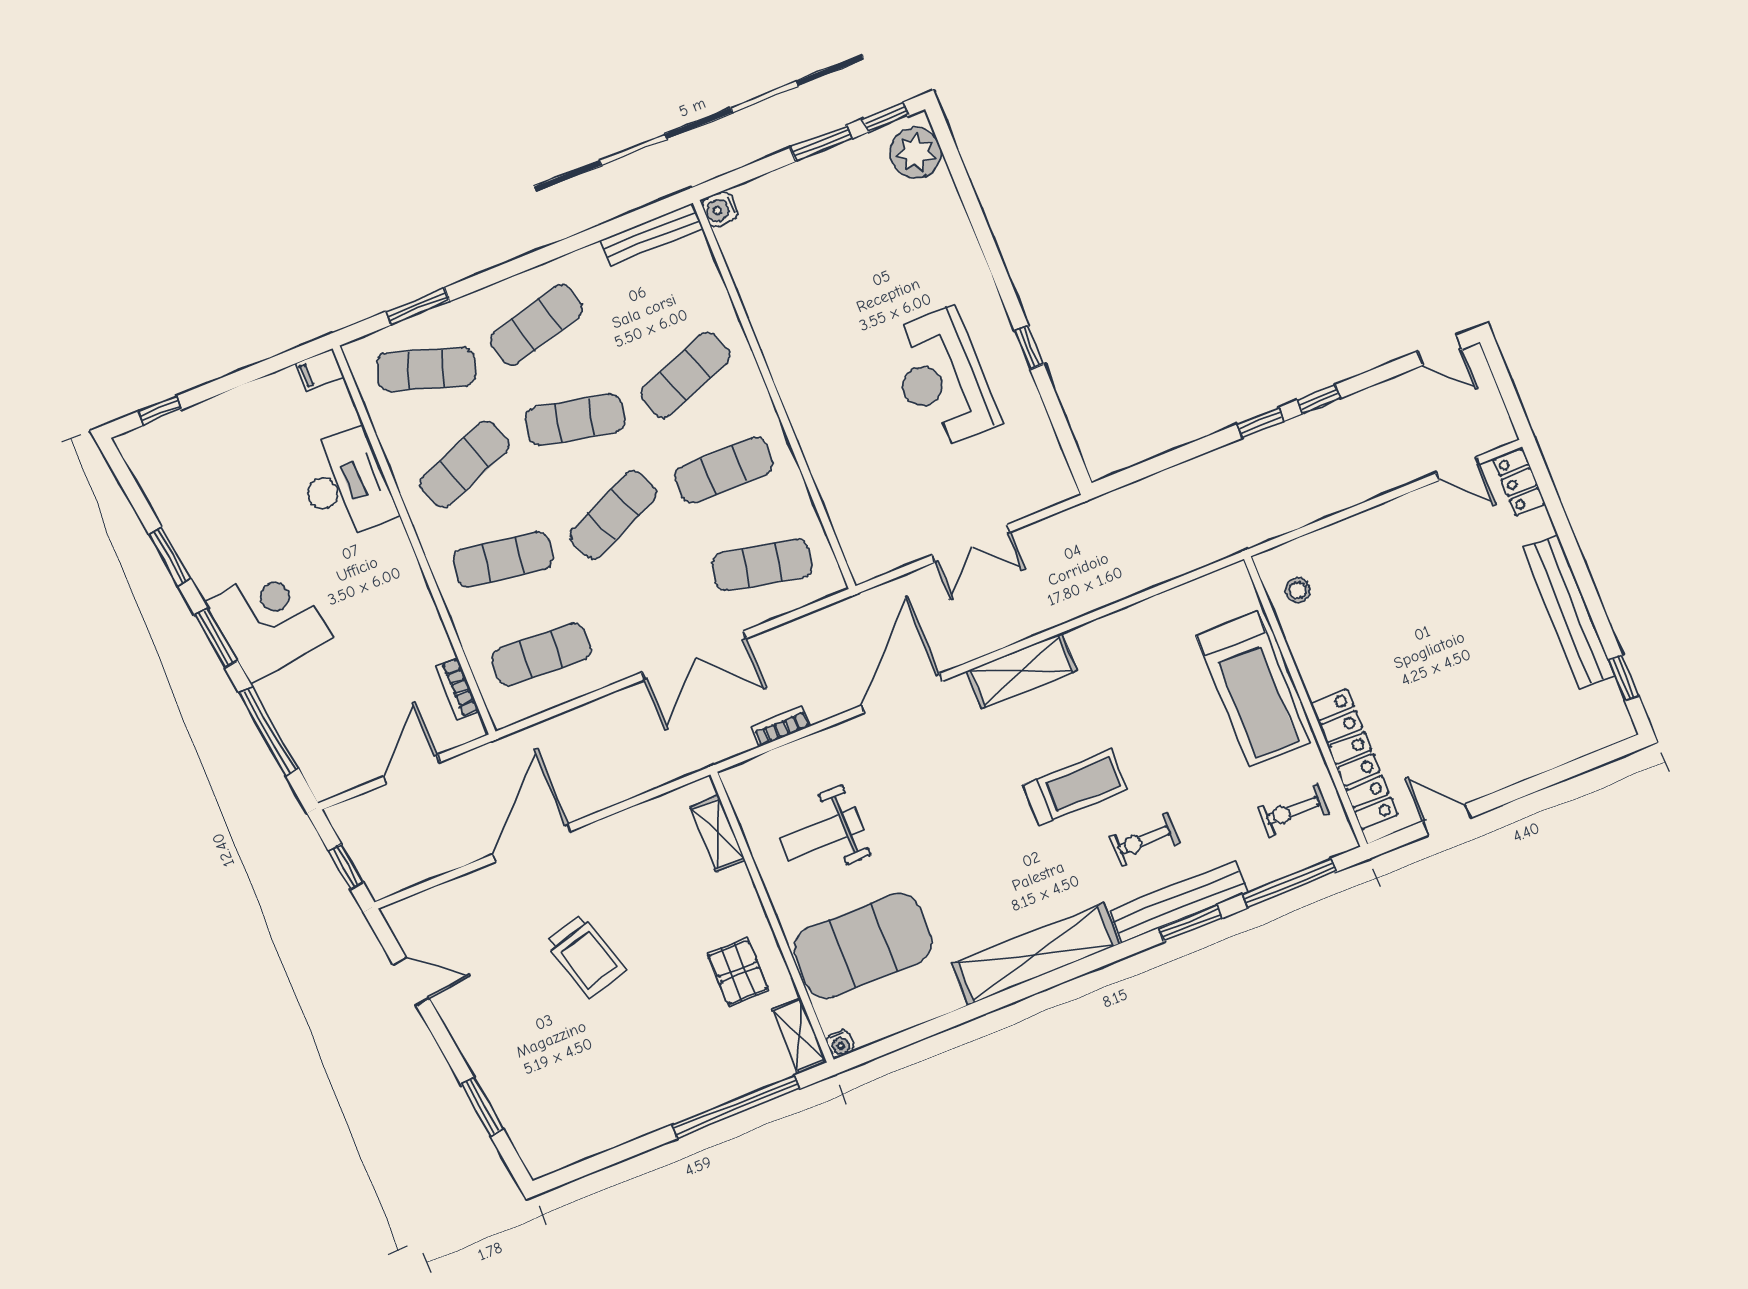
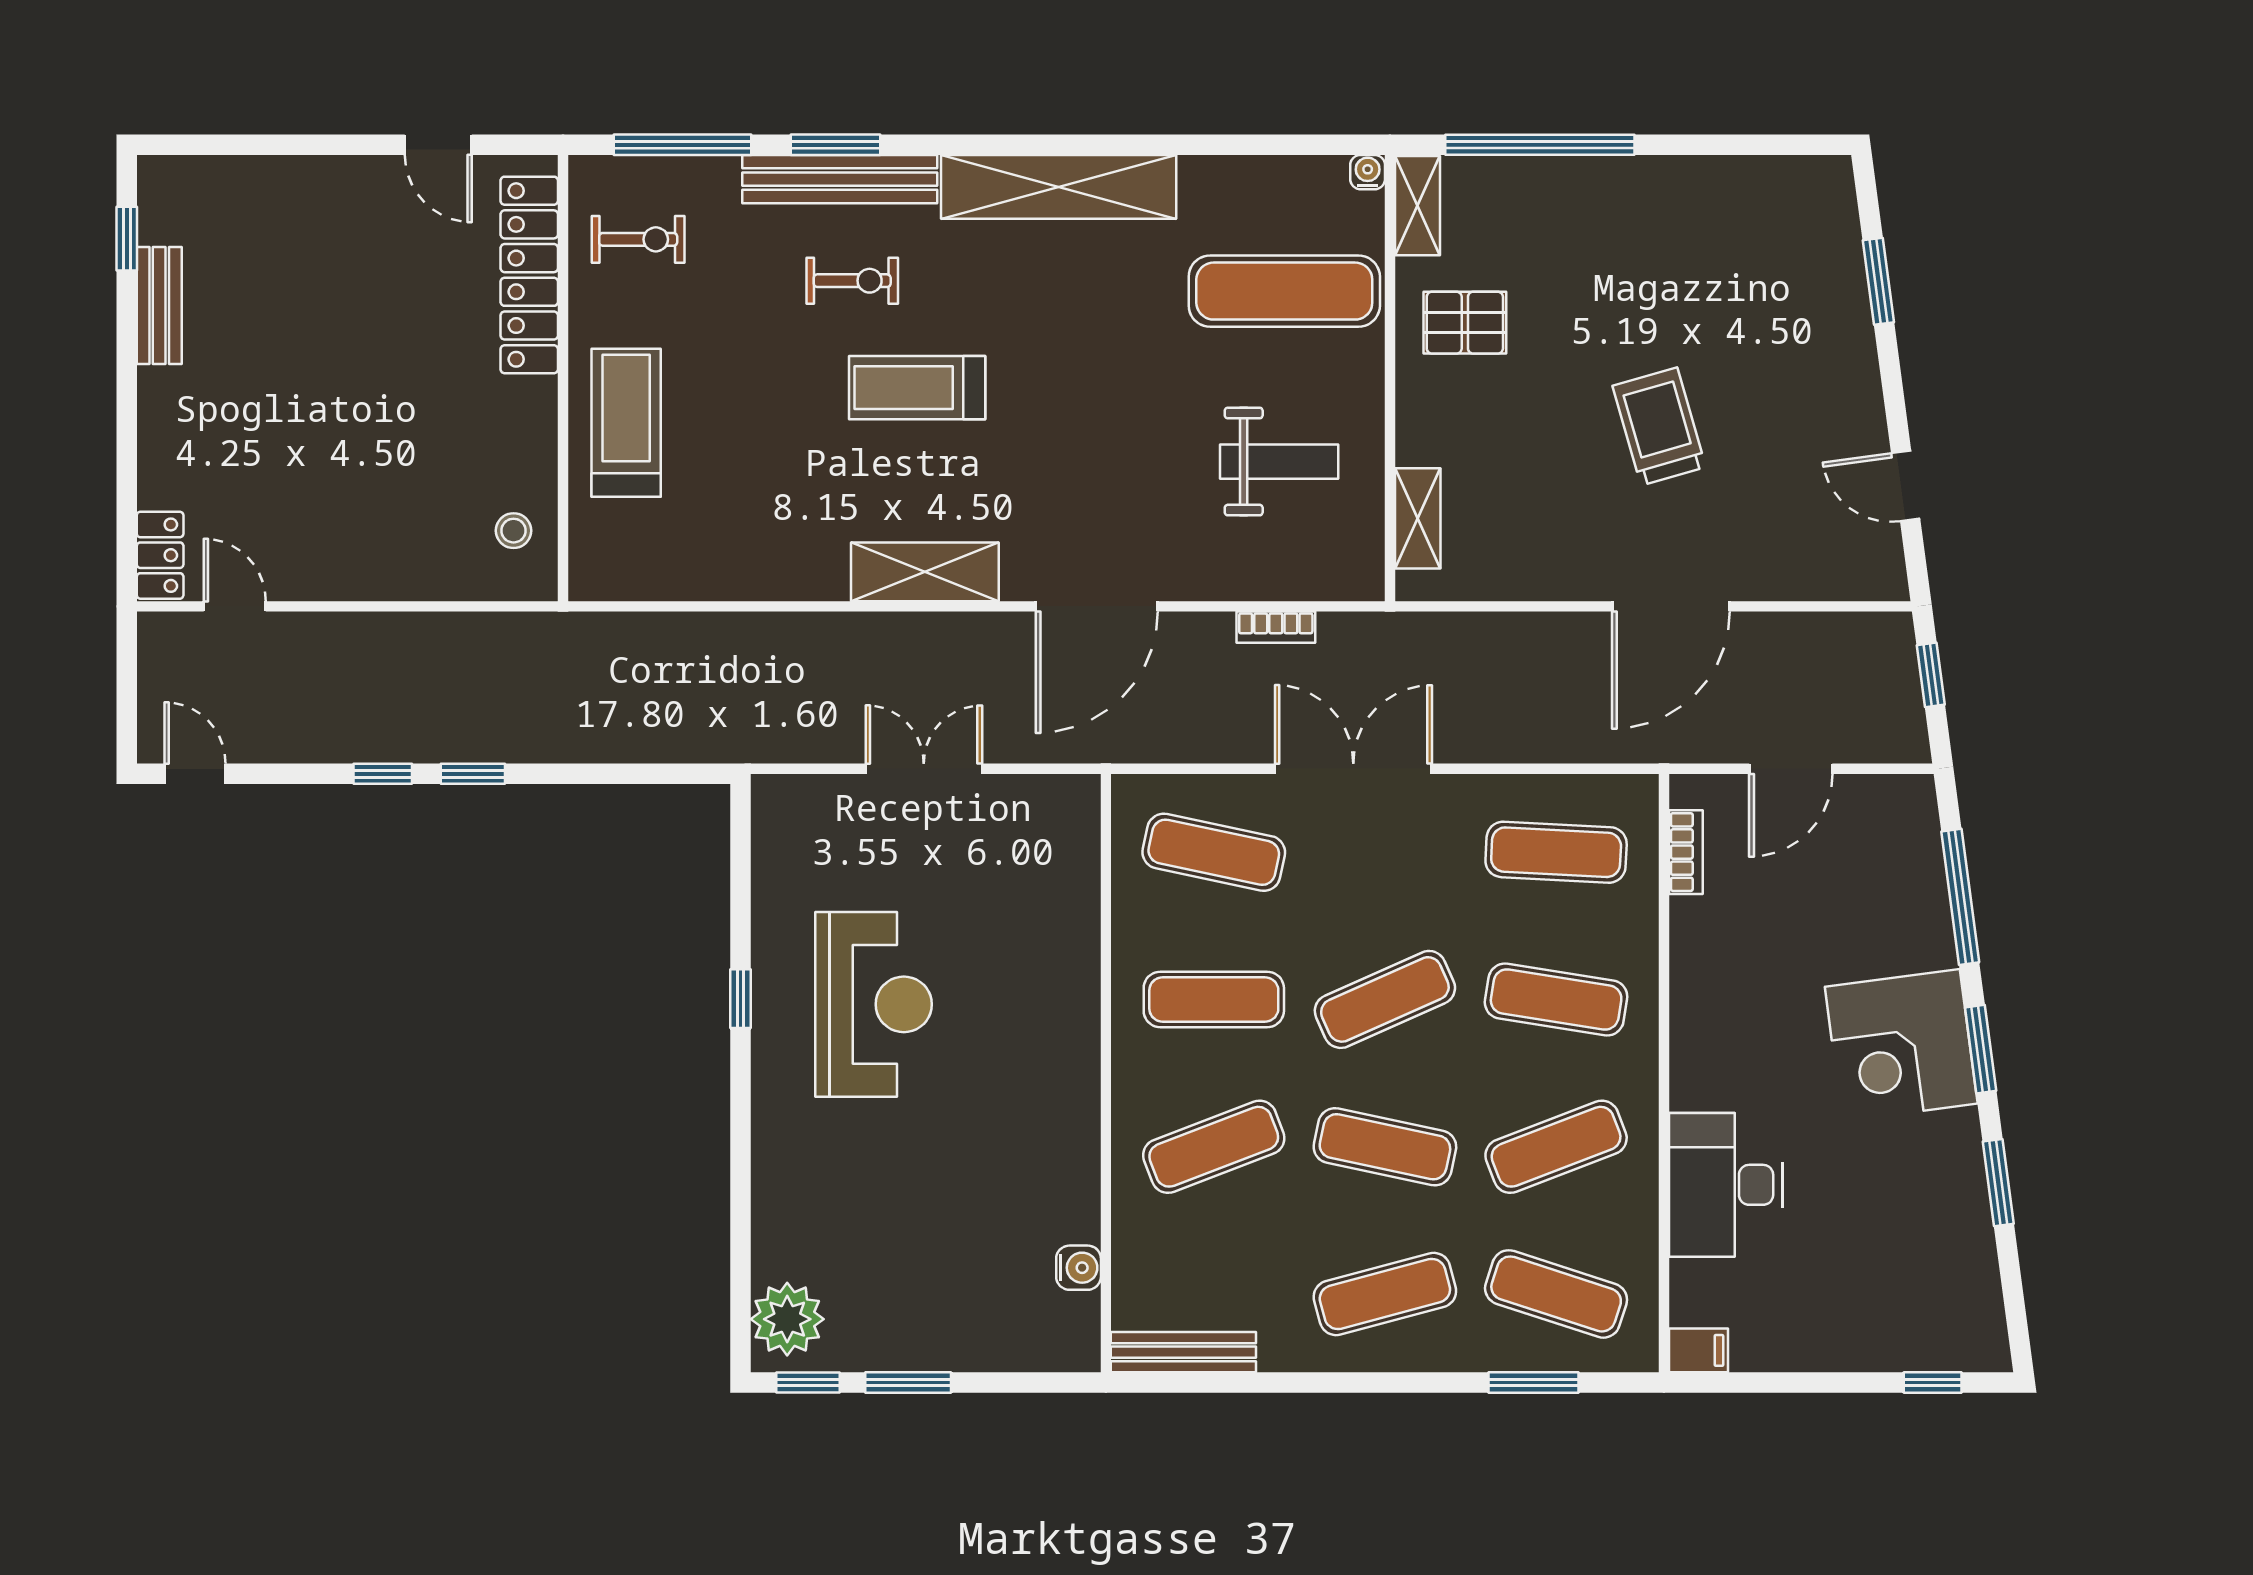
water cooler: (720, 209) -> (1079, 1268), moved
bench: (1569, 612) -> (159, 305), width x0.54, depth x0.82
treadmill: (1253, 689) -> (626, 423), width x0.73, depth x0.73
exercise mat: (863, 946) -> (1284, 291), width x0.68
pallet: (738, 972) -> (1465, 323), turned 90

